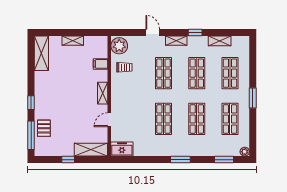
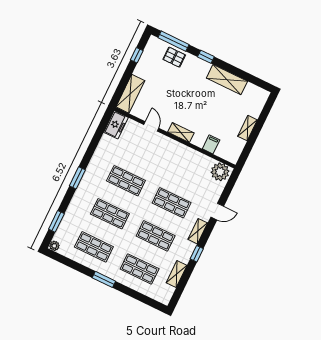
shelving: (41, 53) -> (227, 80), moved
trolley: (124, 67) -> (196, 167), removed
window: (68, 160) -> (137, 55), moved

